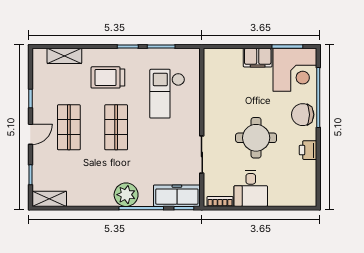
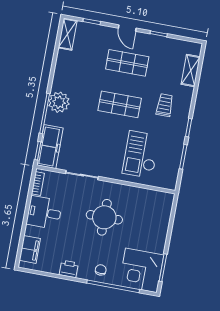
filing cabinet: (258, 58) -> (30, 249), moved, turned 180
trolley: (108, 77) -> (165, 105), width x0.73, depth x0.72
checkout: (167, 94) -> (141, 155), turned -90
chair: (303, 115) -> (101, 270), width x0.54, depth x0.54
round table: (256, 138) -> (104, 217), moved

